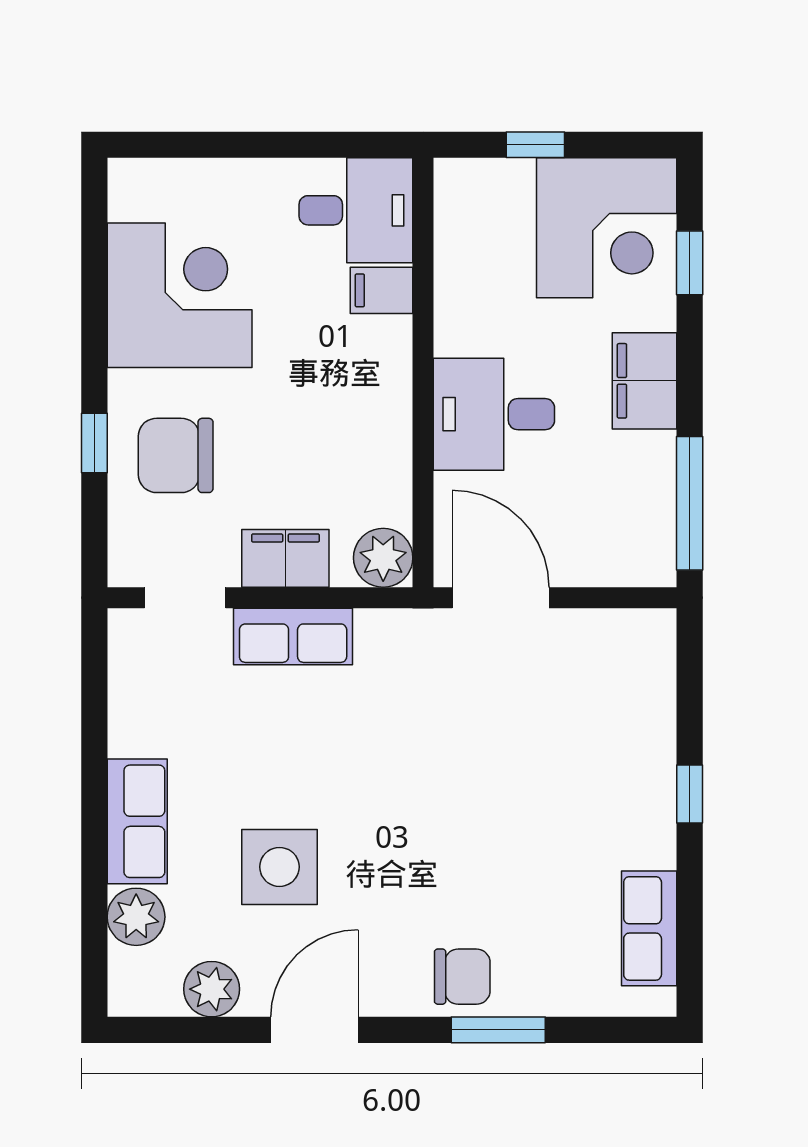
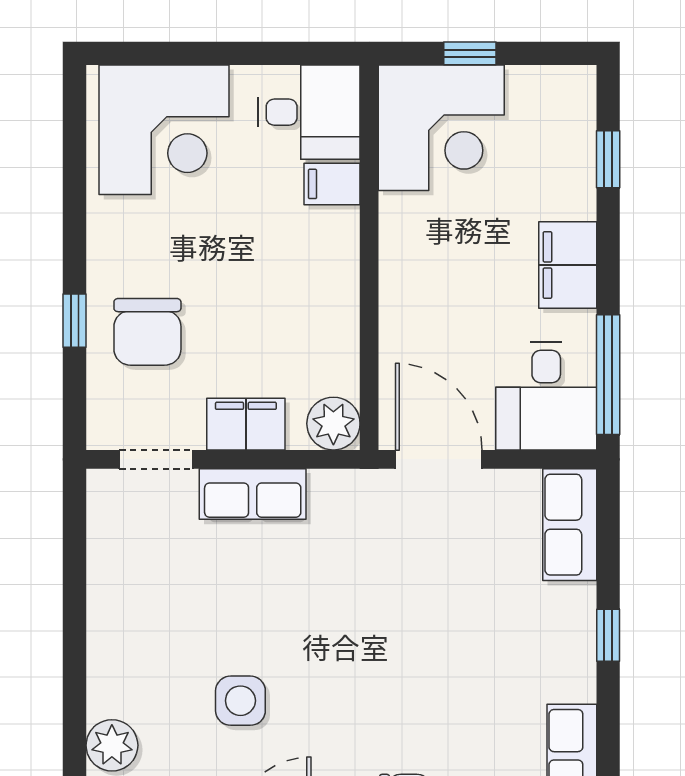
corner desk: (607, 228) -> (441, 128), moved
corner desk: (180, 295) -> (164, 130), moved, turned 90
desk: (494, 414) -> (546, 396), moved, turned -90
chair: (176, 455) -> (147, 332), turned -90
row of seats: (137, 821) -> (570, 525), moved, turned 180
side table: (279, 867) -> (240, 701), width x0.73, depth x0.73

